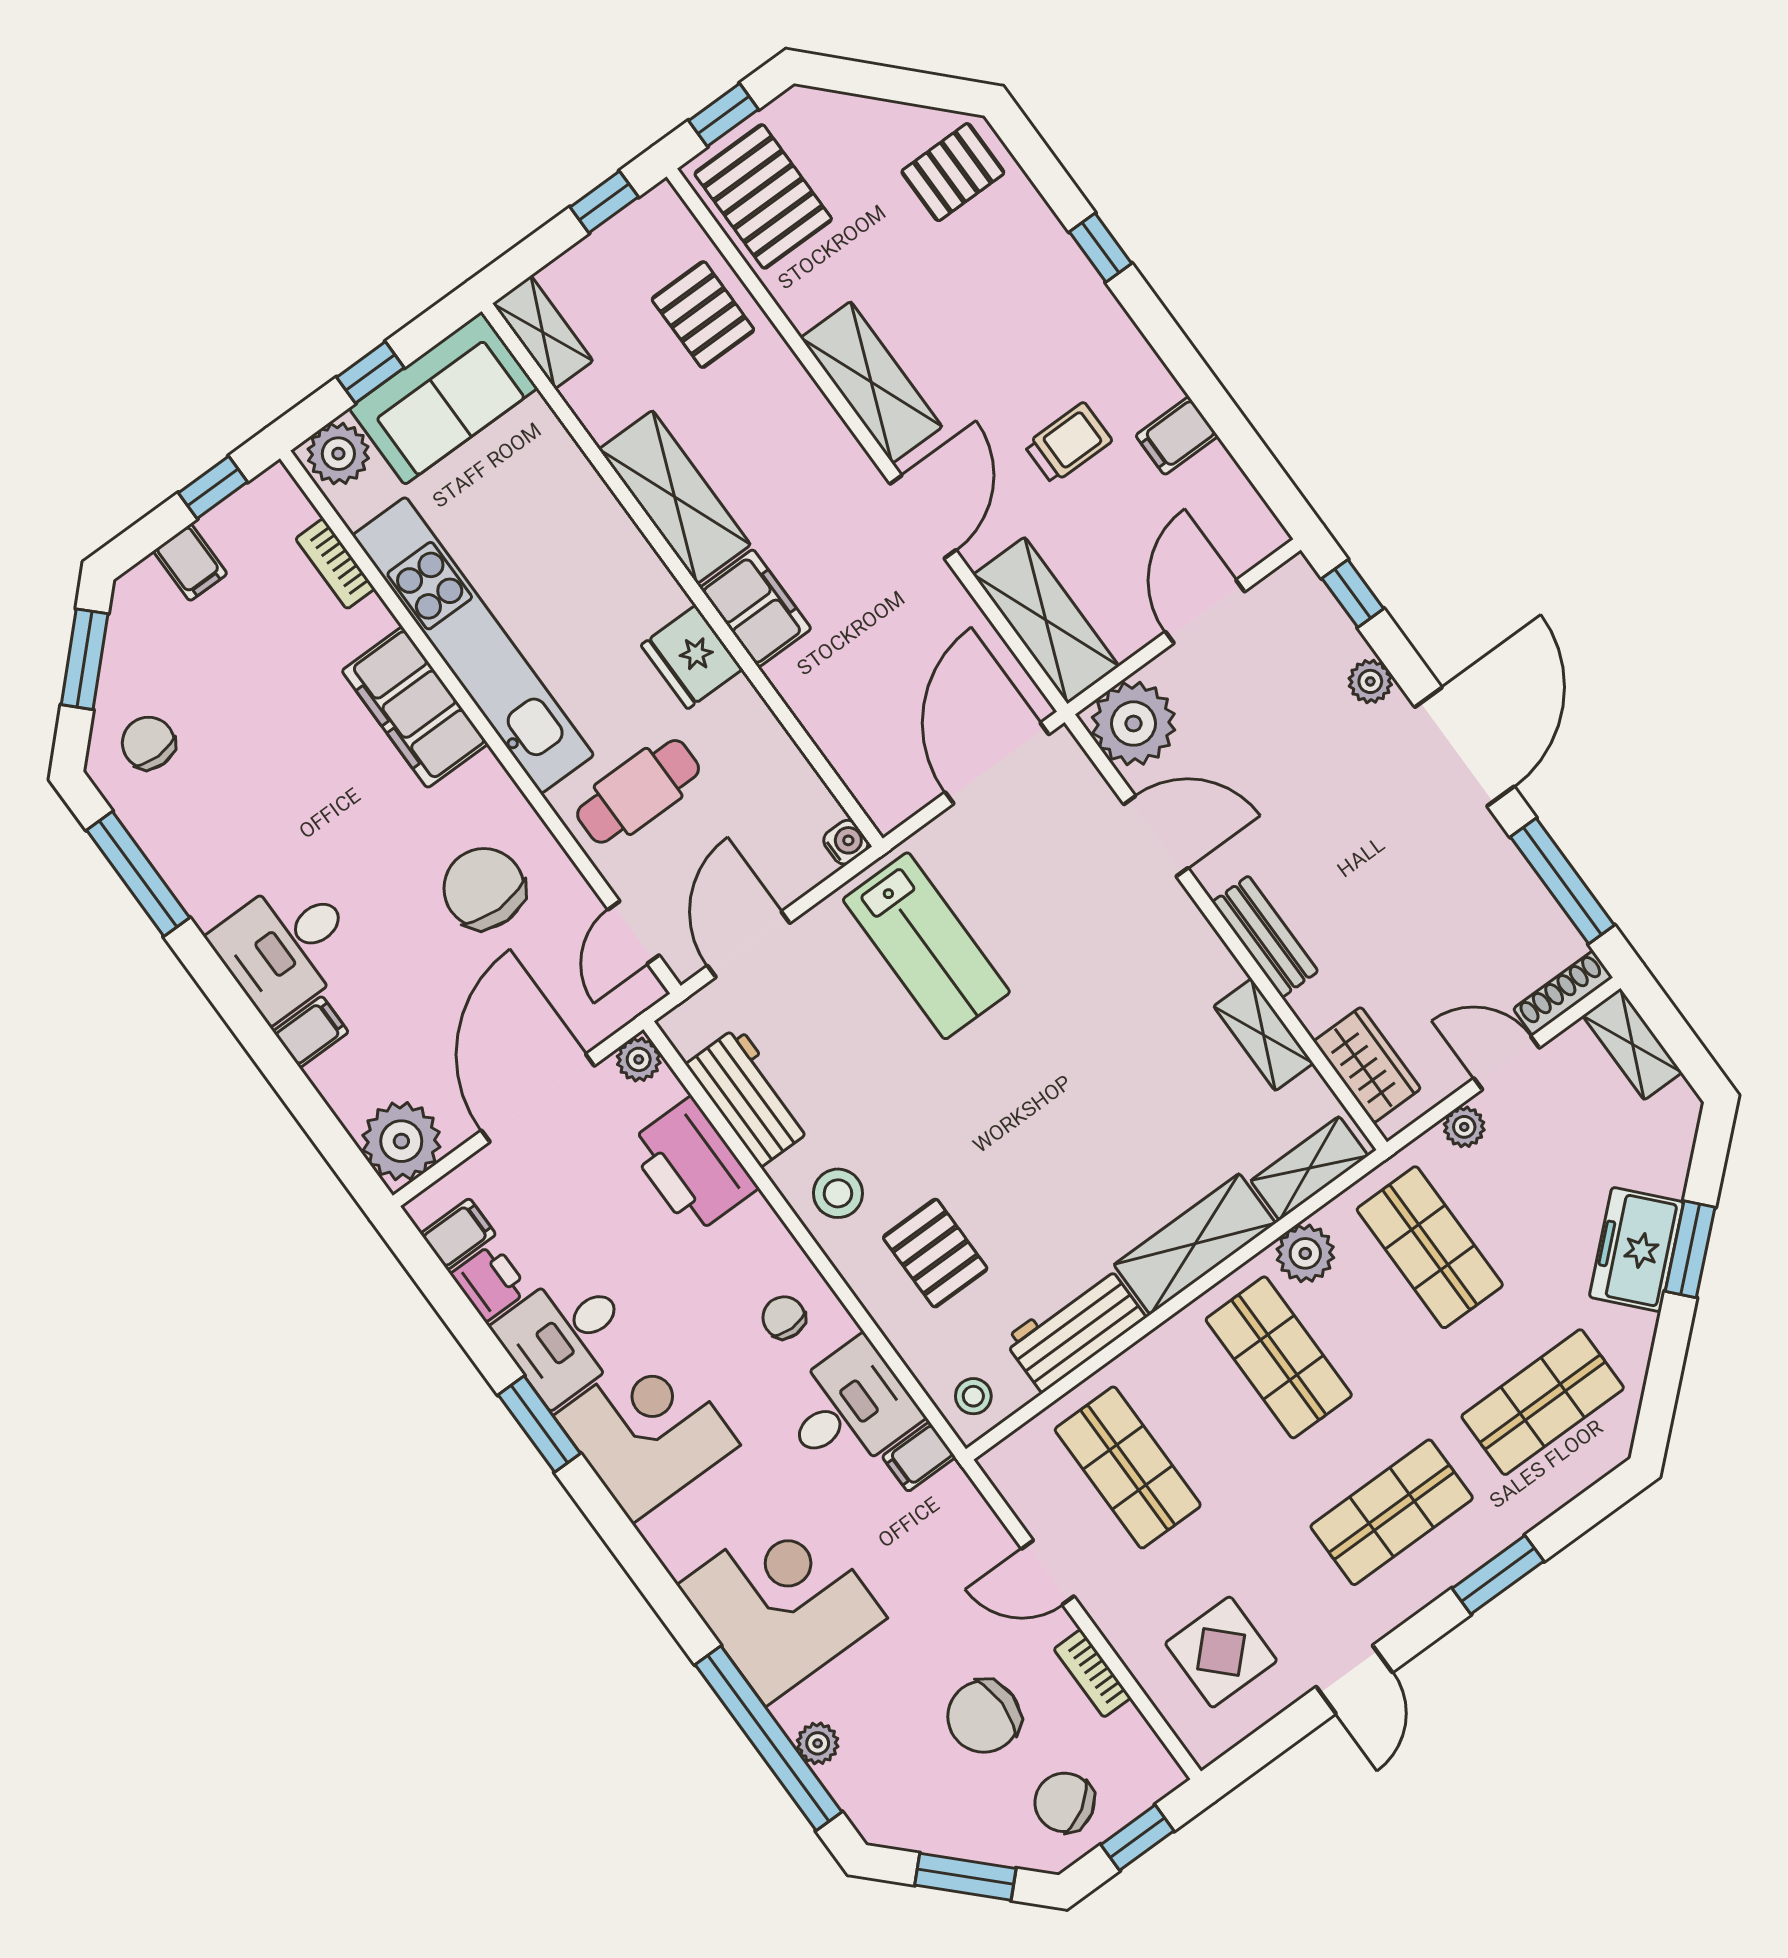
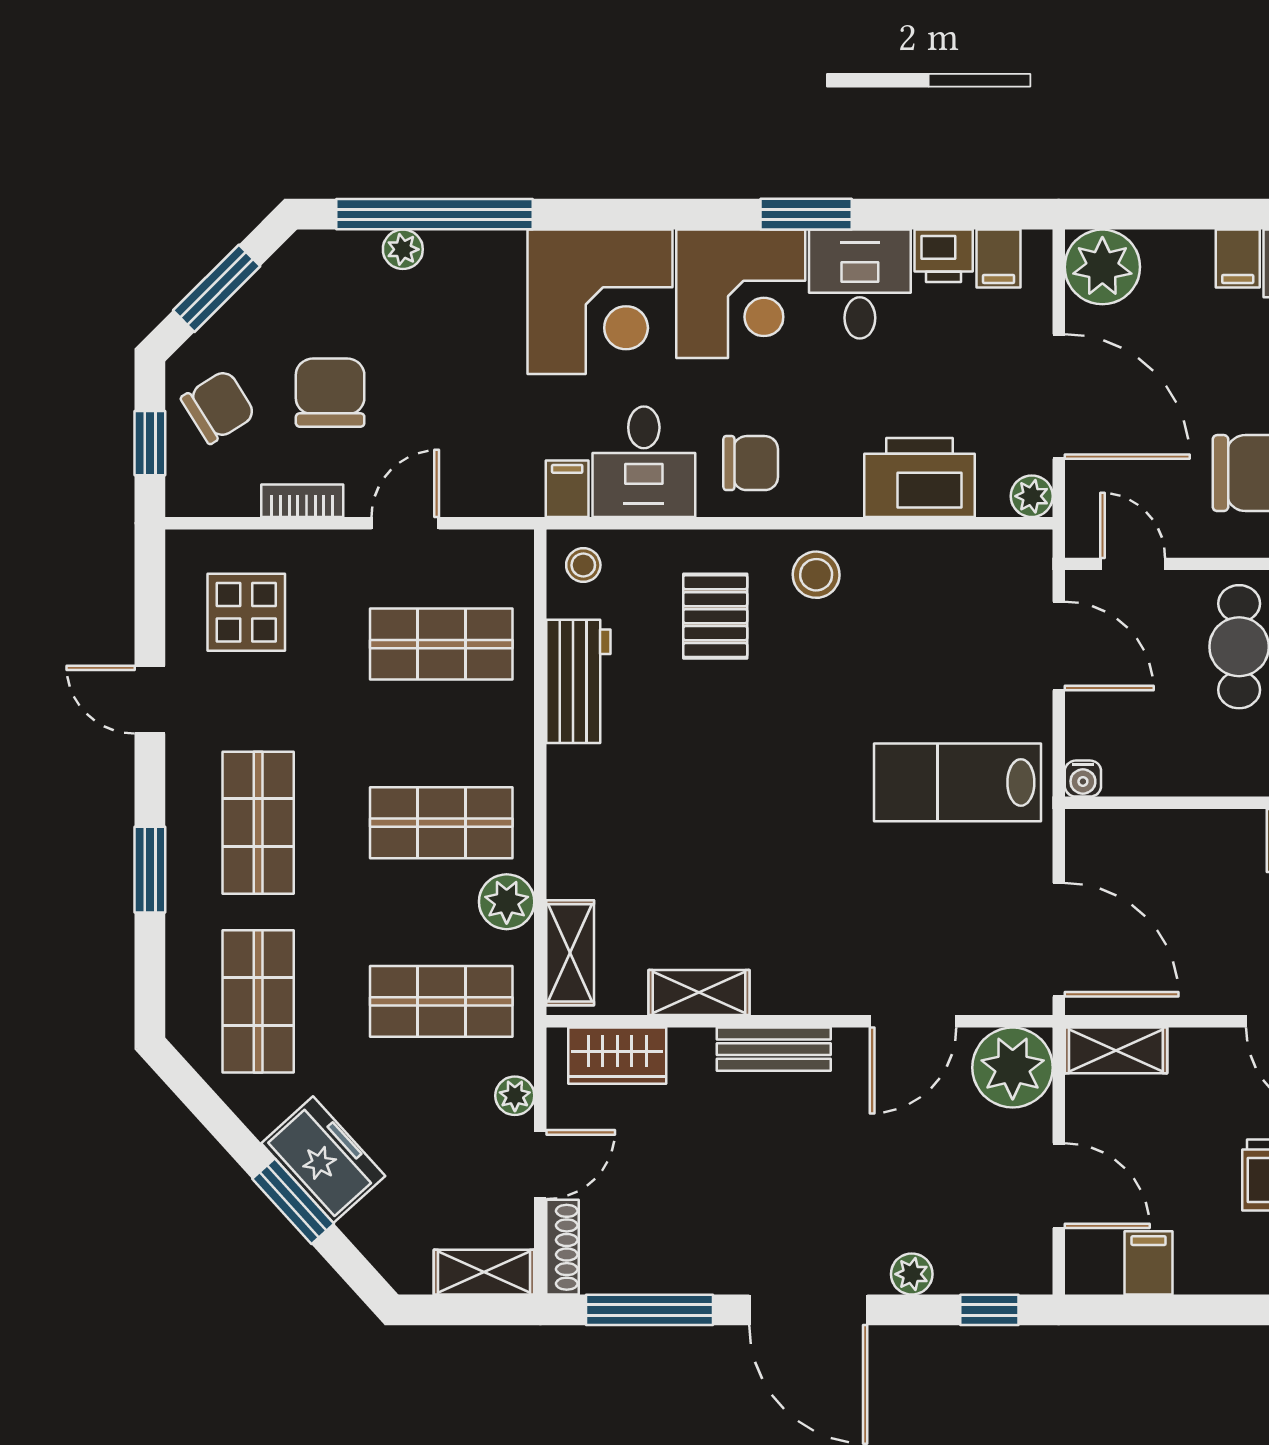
filing cabinet: (1177, 436) -> (1149, 1263), moved
shelving: (1046, 620) -> (1116, 1050), width x0.67, depth x0.75
workbench: (750, 1096) -> (941, 561), removed
shelving: (1195, 1244) -> (576, 822), removed
pallet: (935, 1253) -> (715, 616), turned 90
chair: (784, 1318) -> (751, 463), width x1.37, depth x1.37
corner desk: (782, 1601) -> (600, 302), moved

